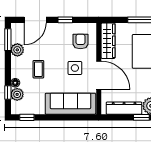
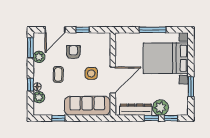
armchair: (80, 41) -> (73, 52), moved
wardrobe: (108, 41) -> (121, 49), removed
door: (99, 75) -> (113, 80), hinge flipped
window: (8, 93) -> (30, 84), moved
window: (27, 117) -> (58, 118), moved

